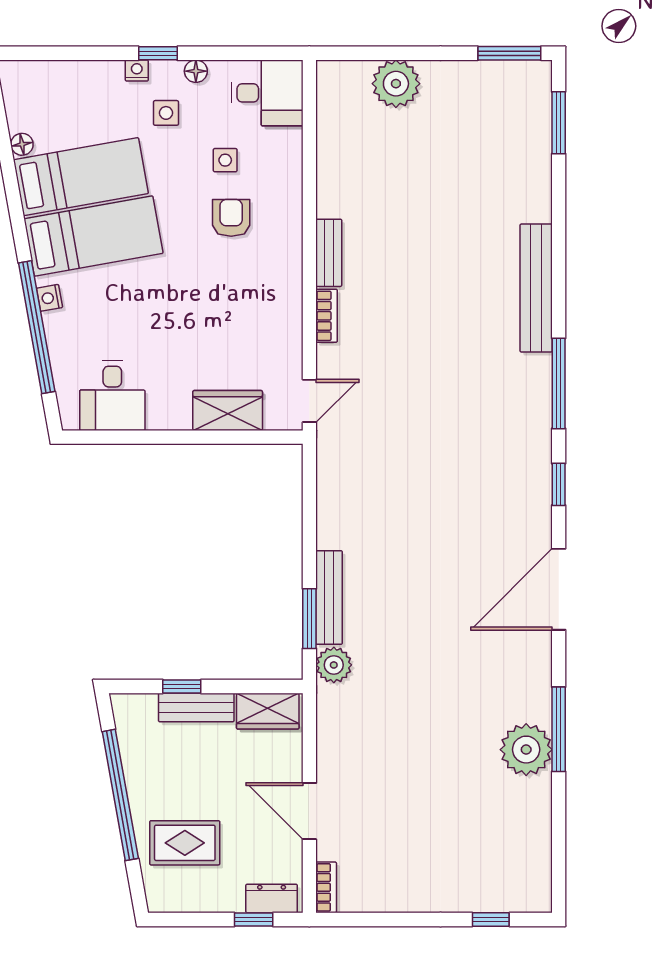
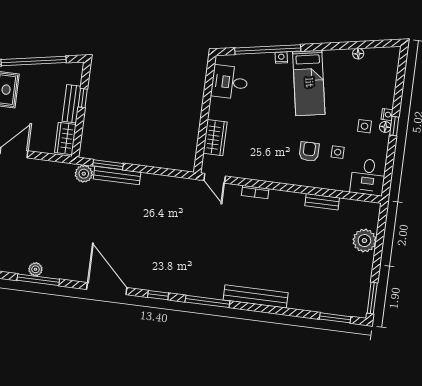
floor lamp: (196, 71) -> (385, 127), moved
bed: (81, 177) -> (339, 81), removed
armchair: (231, 218) -> (309, 151), turned -90
bench: (329, 253) -> (322, 202), moved
plant: (526, 750) -> (35, 269), width x0.53, depth x0.53

